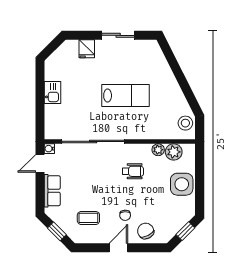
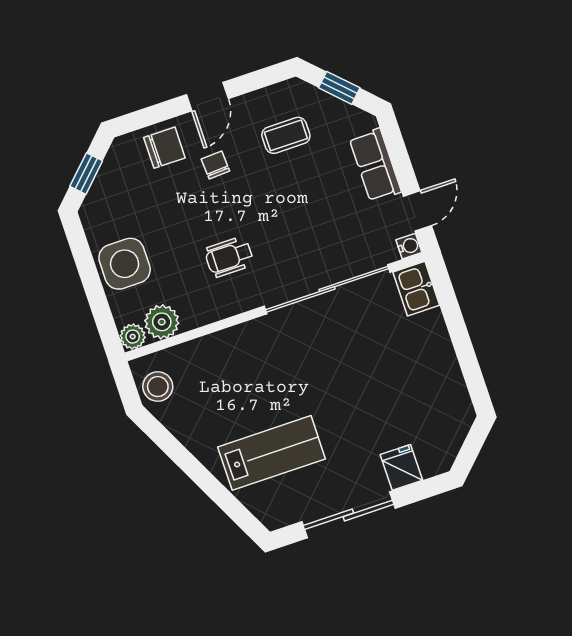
sliding door: (118, 35) -> (348, 515), width x1.37
kitchen sink: (53, 92) -> (416, 289), moved
lab bench: (126, 96) -> (272, 453), moved, turned 180
plant: (158, 150) -> (133, 337), moved
chair: (146, 231) -> (164, 148), turned -62

